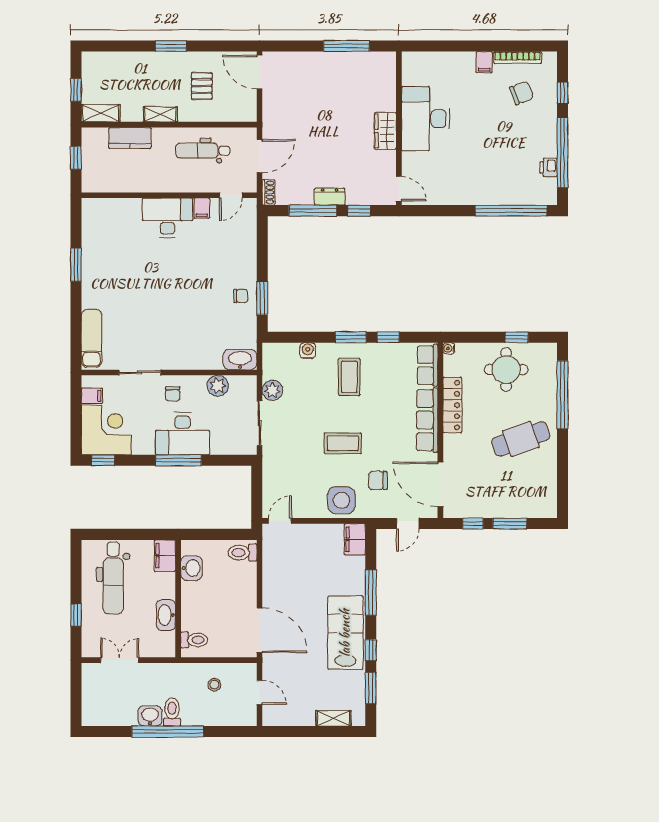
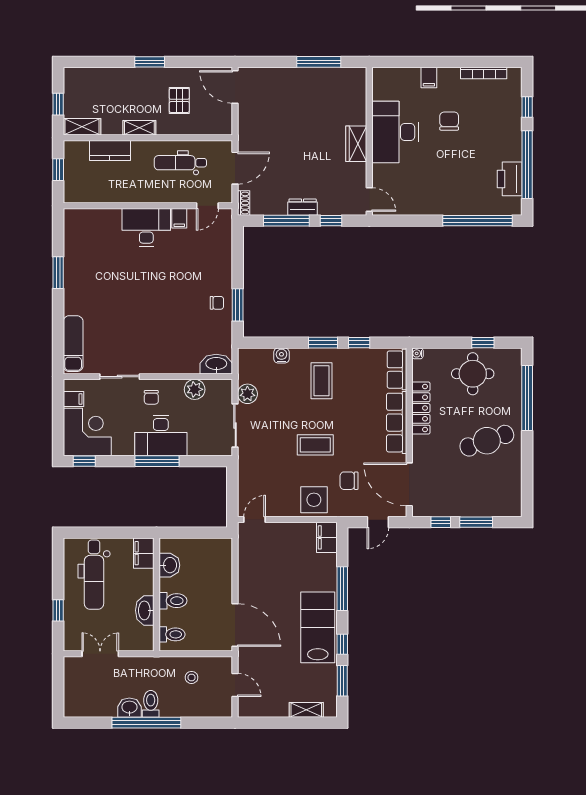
filing cabinet: (484, 62) -> (429, 78), moved
chair: (522, 93) -> (449, 121), moved, turned -69
printer: (549, 167) -> (510, 179), width x1.87, depth x1.48
toilet: (242, 553) -> (173, 601), moved, turned 180

